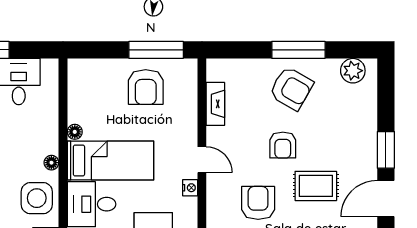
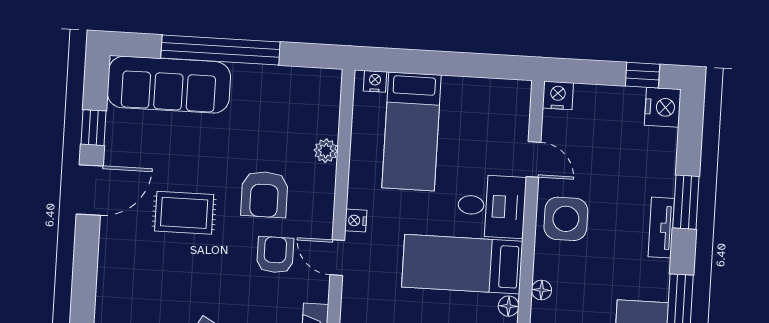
armchair: (283, 145) -> (275, 255), moved
window: (386, 150) -> (86, 256), removed
floor lamp: (51, 163) -> (541, 290), moved

